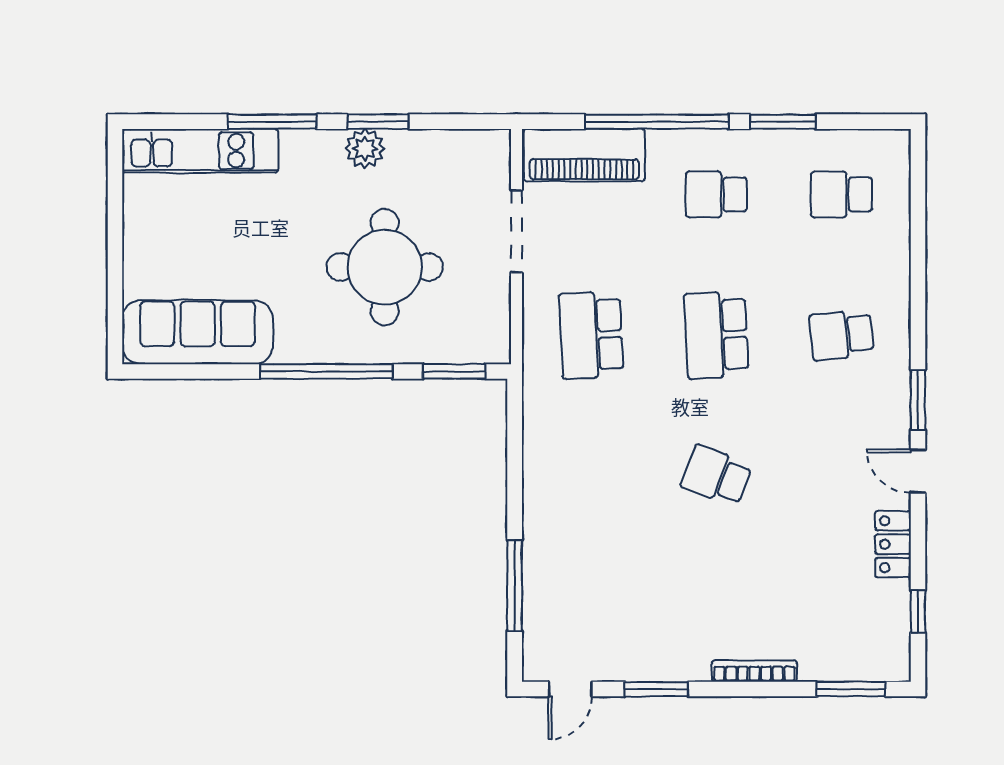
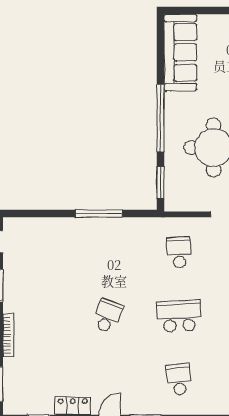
school desk: (591, 335) -> (179, 252), width x0.54
window: (515, 586) -> (99, 214), moved

